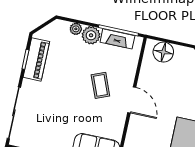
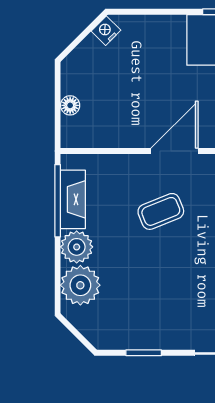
plant: (76, 29) -> (80, 285), width x1.87, depth x1.87
floor lamp: (163, 52) -> (70, 105), width x0.53, depth x0.53
piano: (36, 59) -> (140, 334), removed

